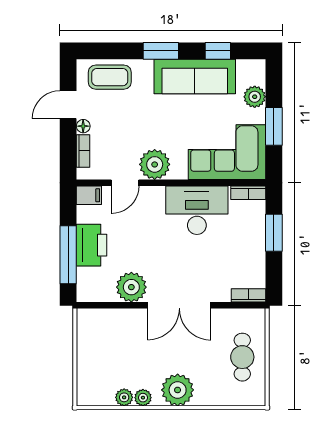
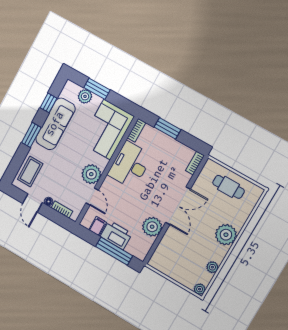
window: (274, 126) -> (97, 89), moved
filing cabinet: (89, 195) -> (98, 226), moved
plant: (143, 398) -> (200, 289), moved

